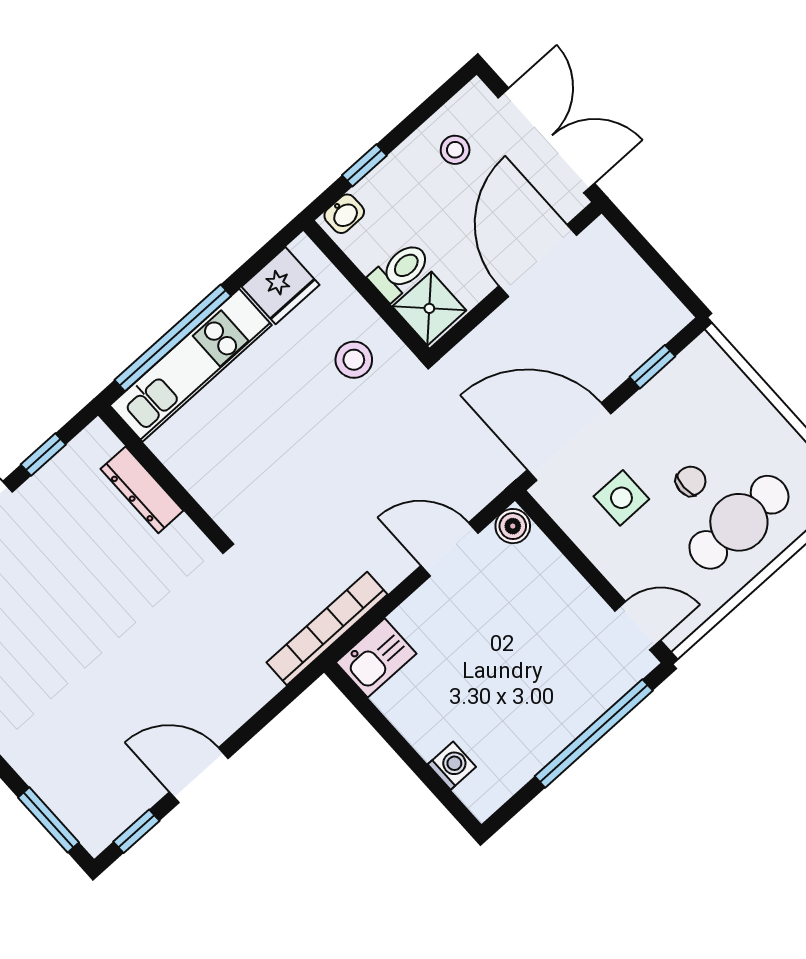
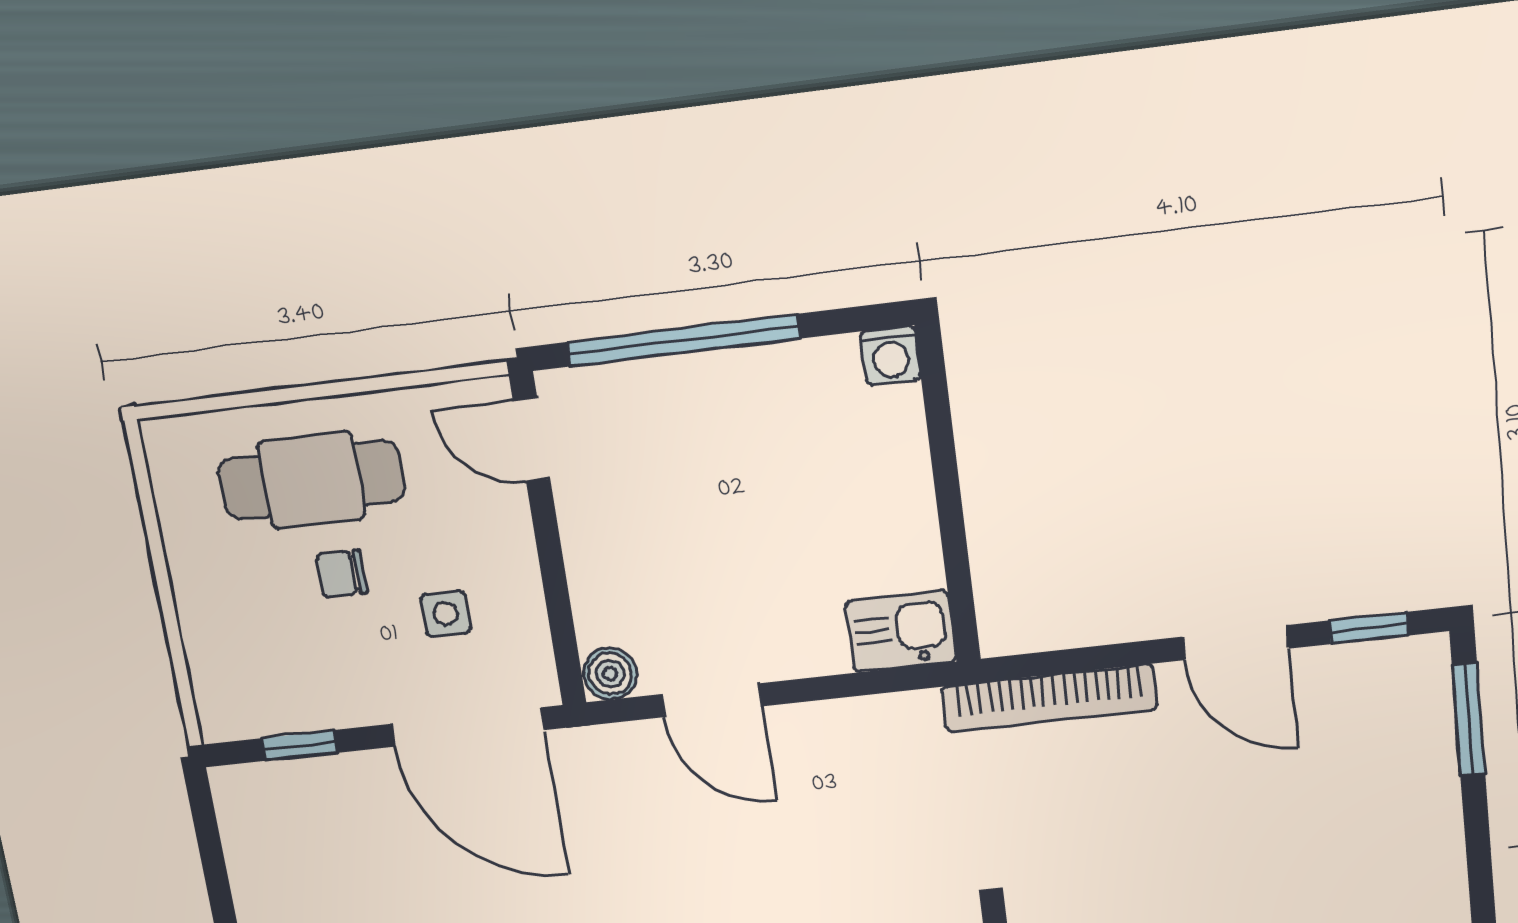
side table: (621, 498) -> (446, 614), width x0.73, depth x0.73
bookcase: (327, 628) -> (1049, 698), moved
washing machine: (452, 766) -> (891, 355), moved, turned -90

